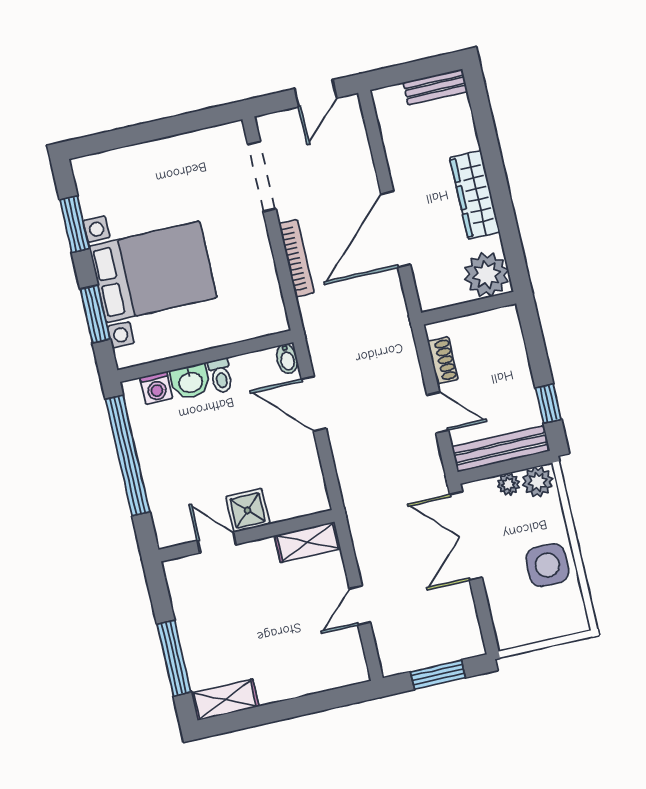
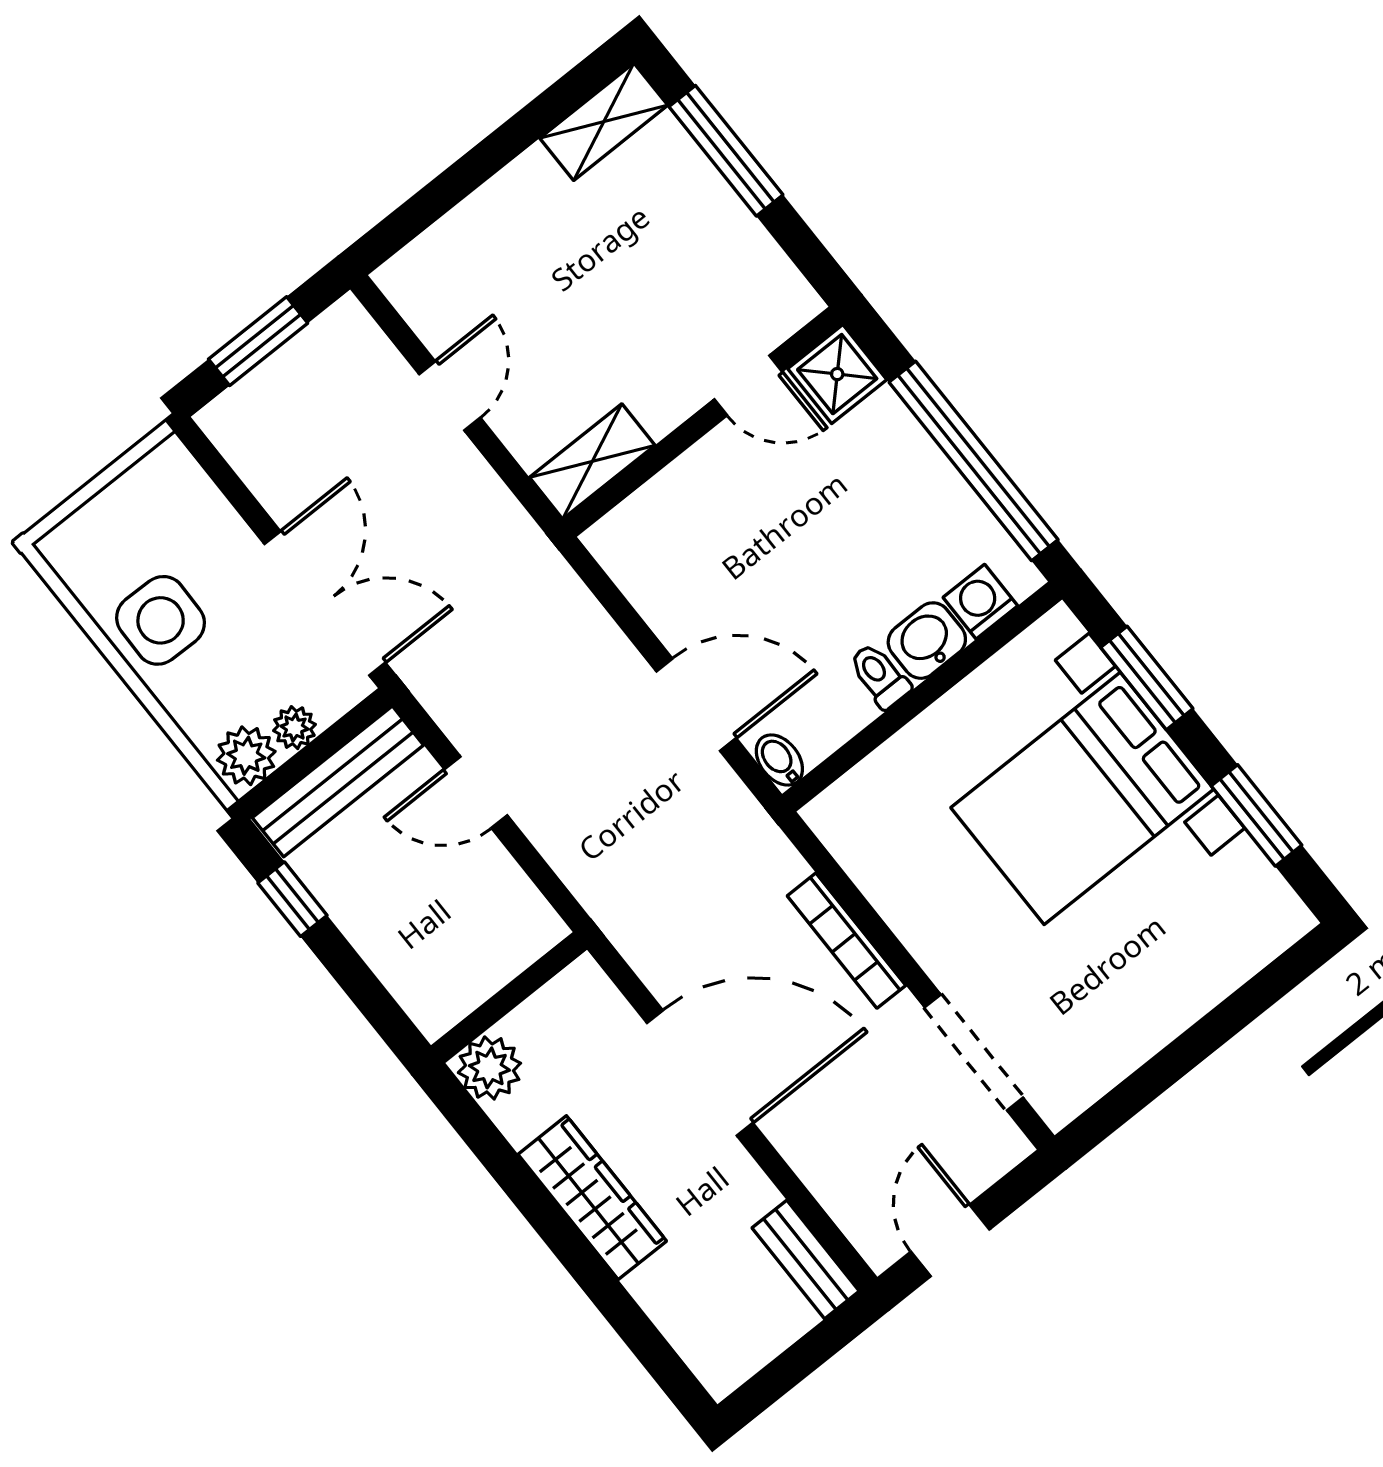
bench: (435, 87) -> (806, 1259), moved, turned 90
door: (396, 229) -> (700, 1073), hinge flipped
plant: (487, 275) -> (489, 1068), width x0.73, depth x0.73
shoe rack: (443, 360) -> (510, 886), removed
shower: (248, 510) -> (837, 374), moved

